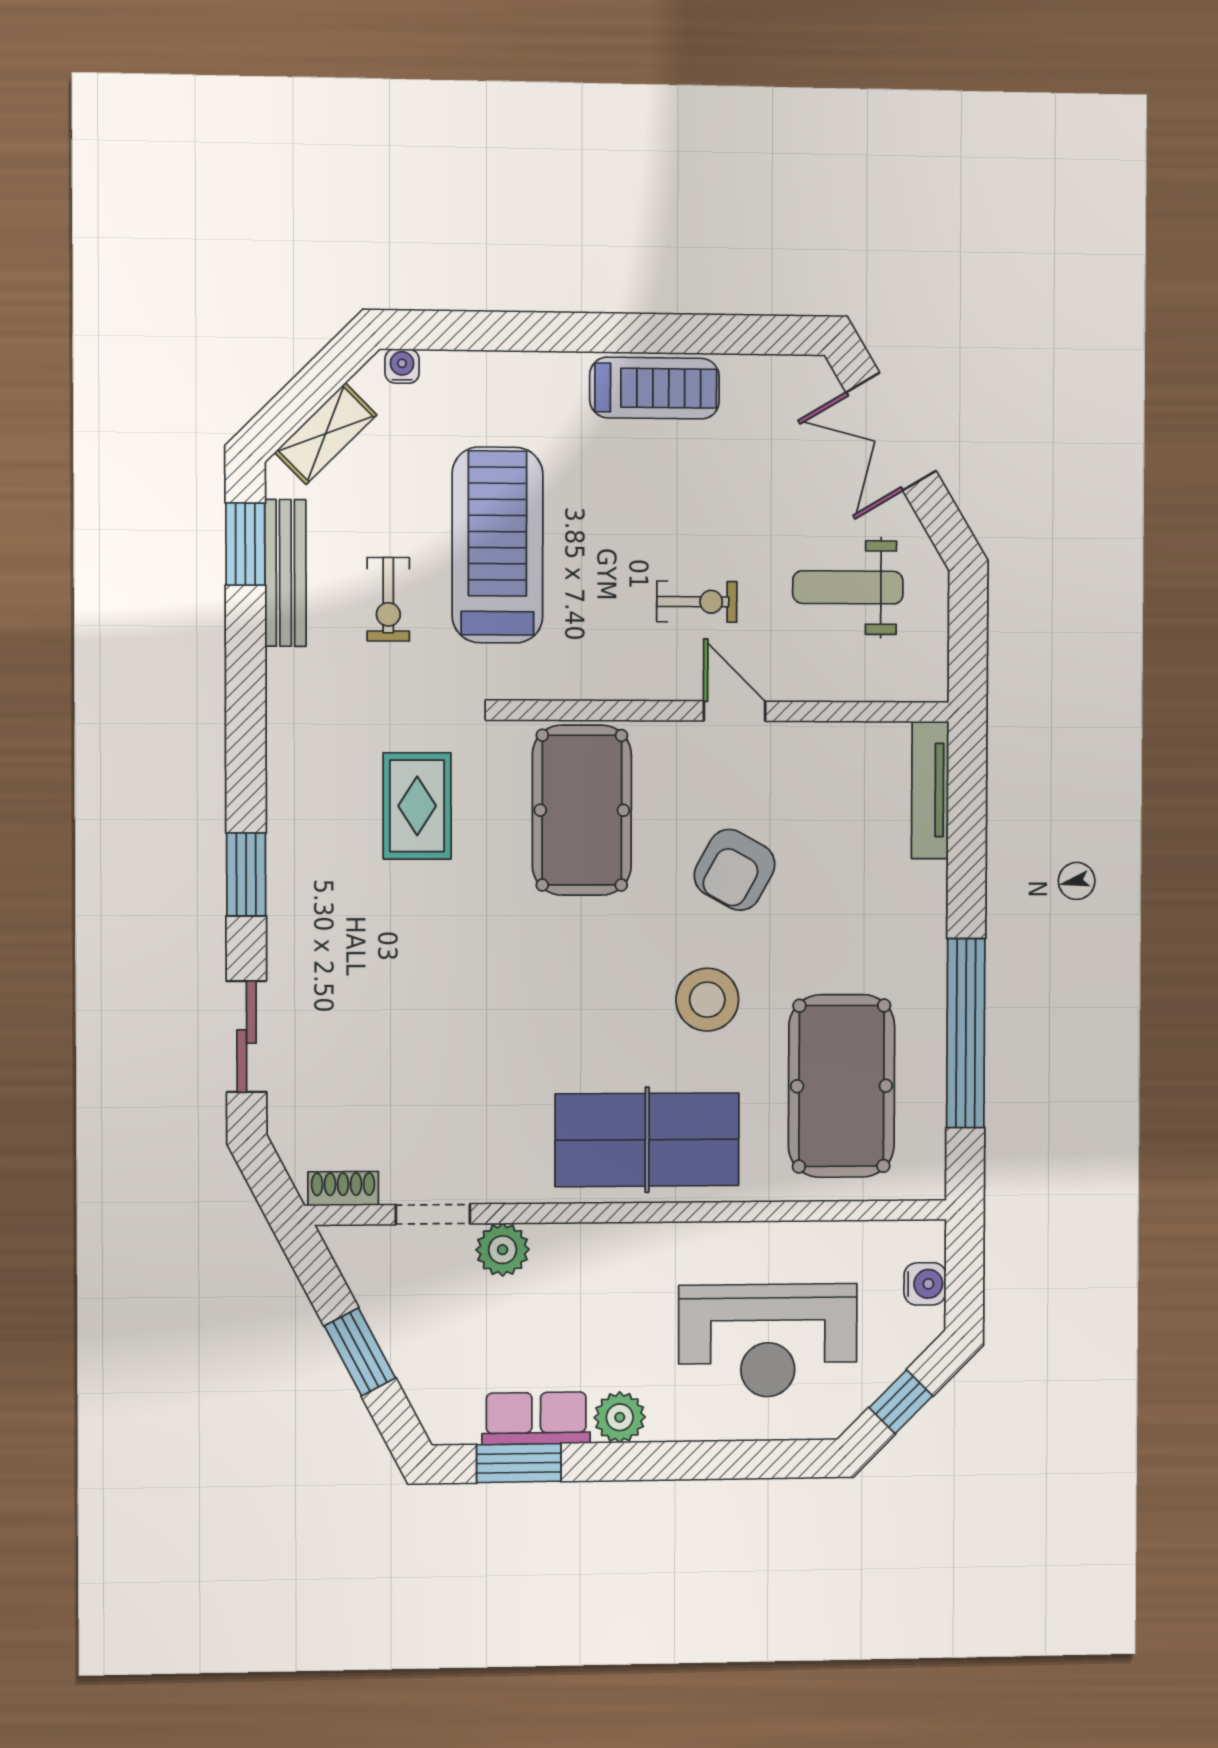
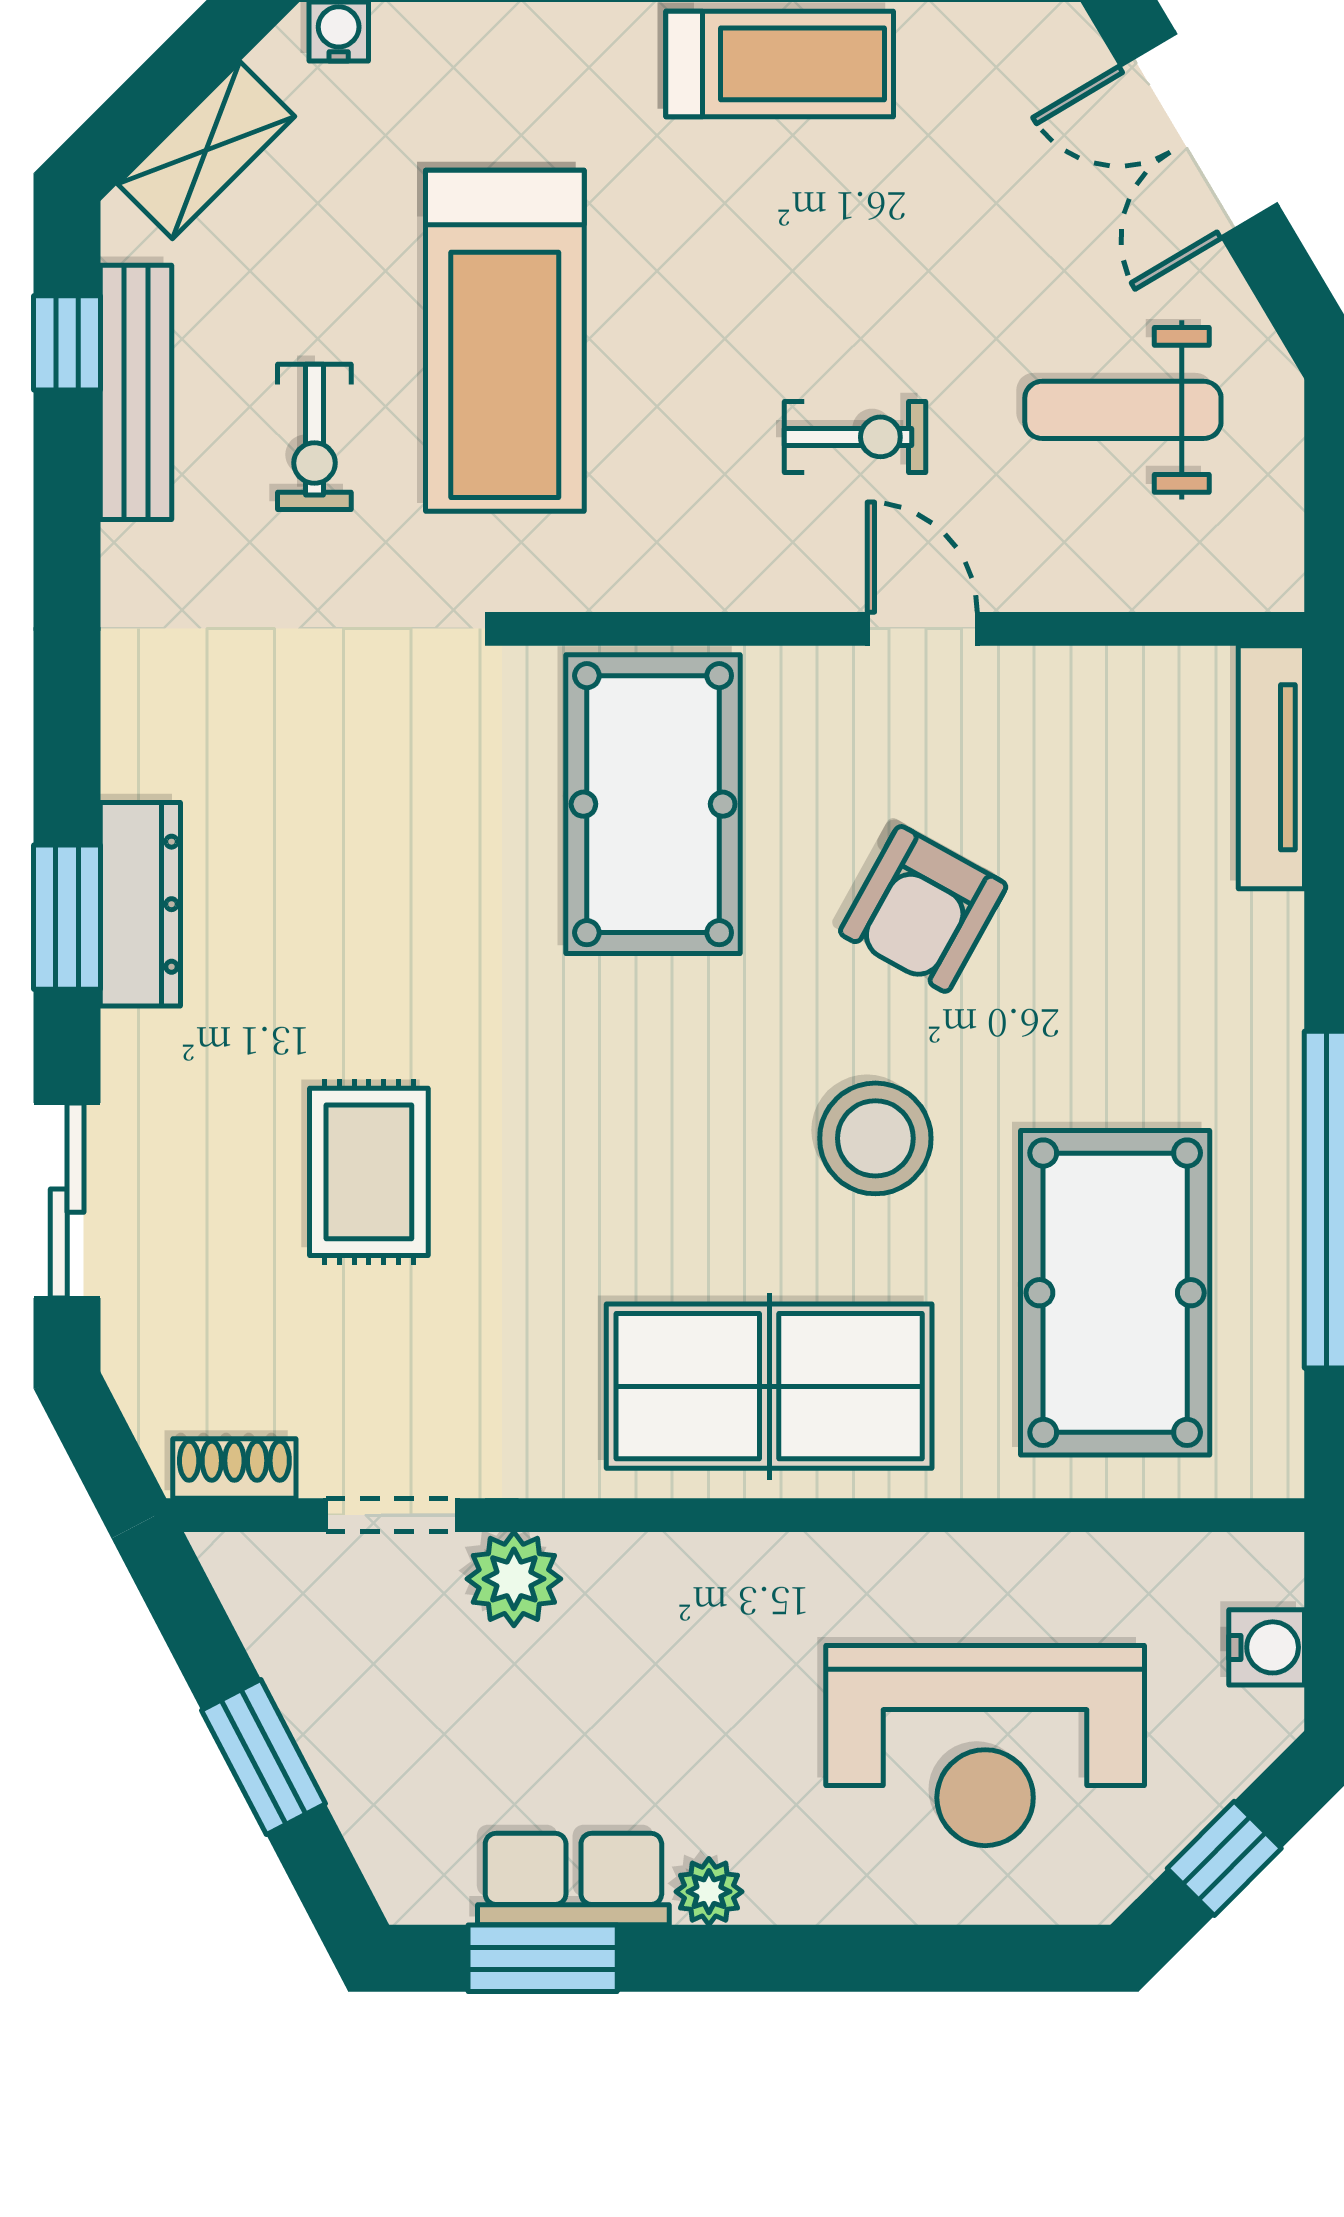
window: (245, 544) -> (67, 343), width x0.67
treadmill: (498, 545) -> (505, 341), turned 180
rug: (417, 806) -> (369, 1172), moved
dresser: (288, 867) -> (140, 904), added
plant: (620, 1417) -> (709, 1892), width x0.73, depth x0.73

